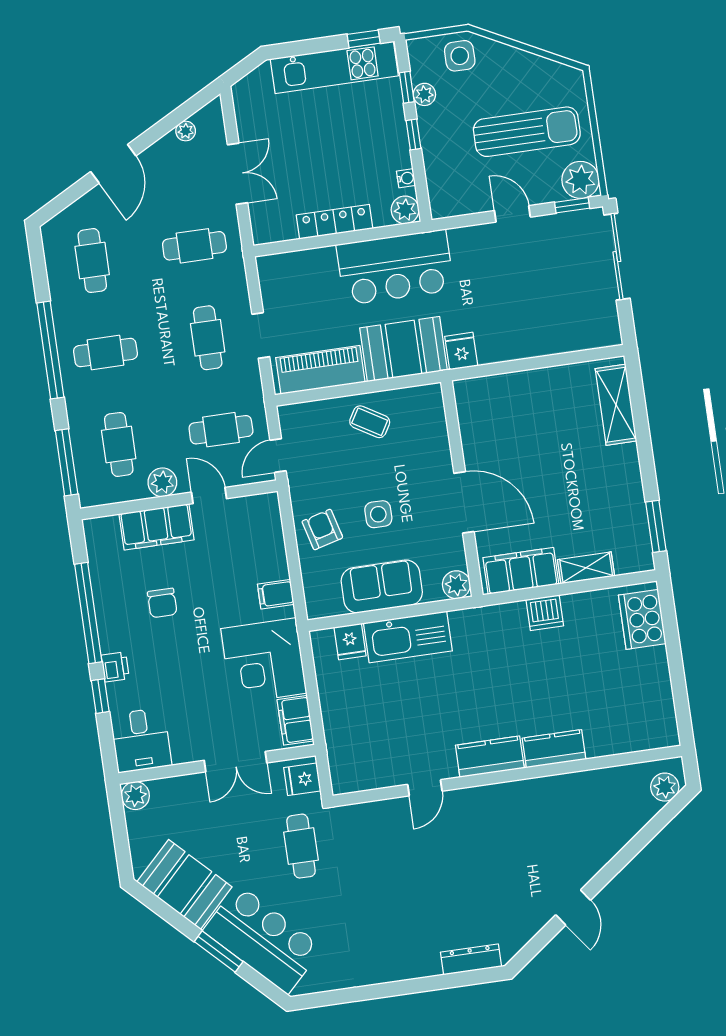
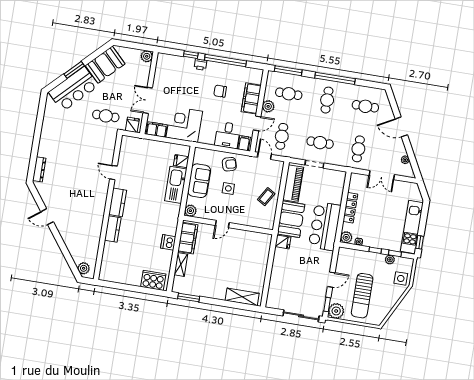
door: (464, 502) -> (222, 224), width x0.53
filing cabinet: (276, 594) -> (244, 143), moved
desk: (141, 740) -> (228, 135), moved, turned -90

